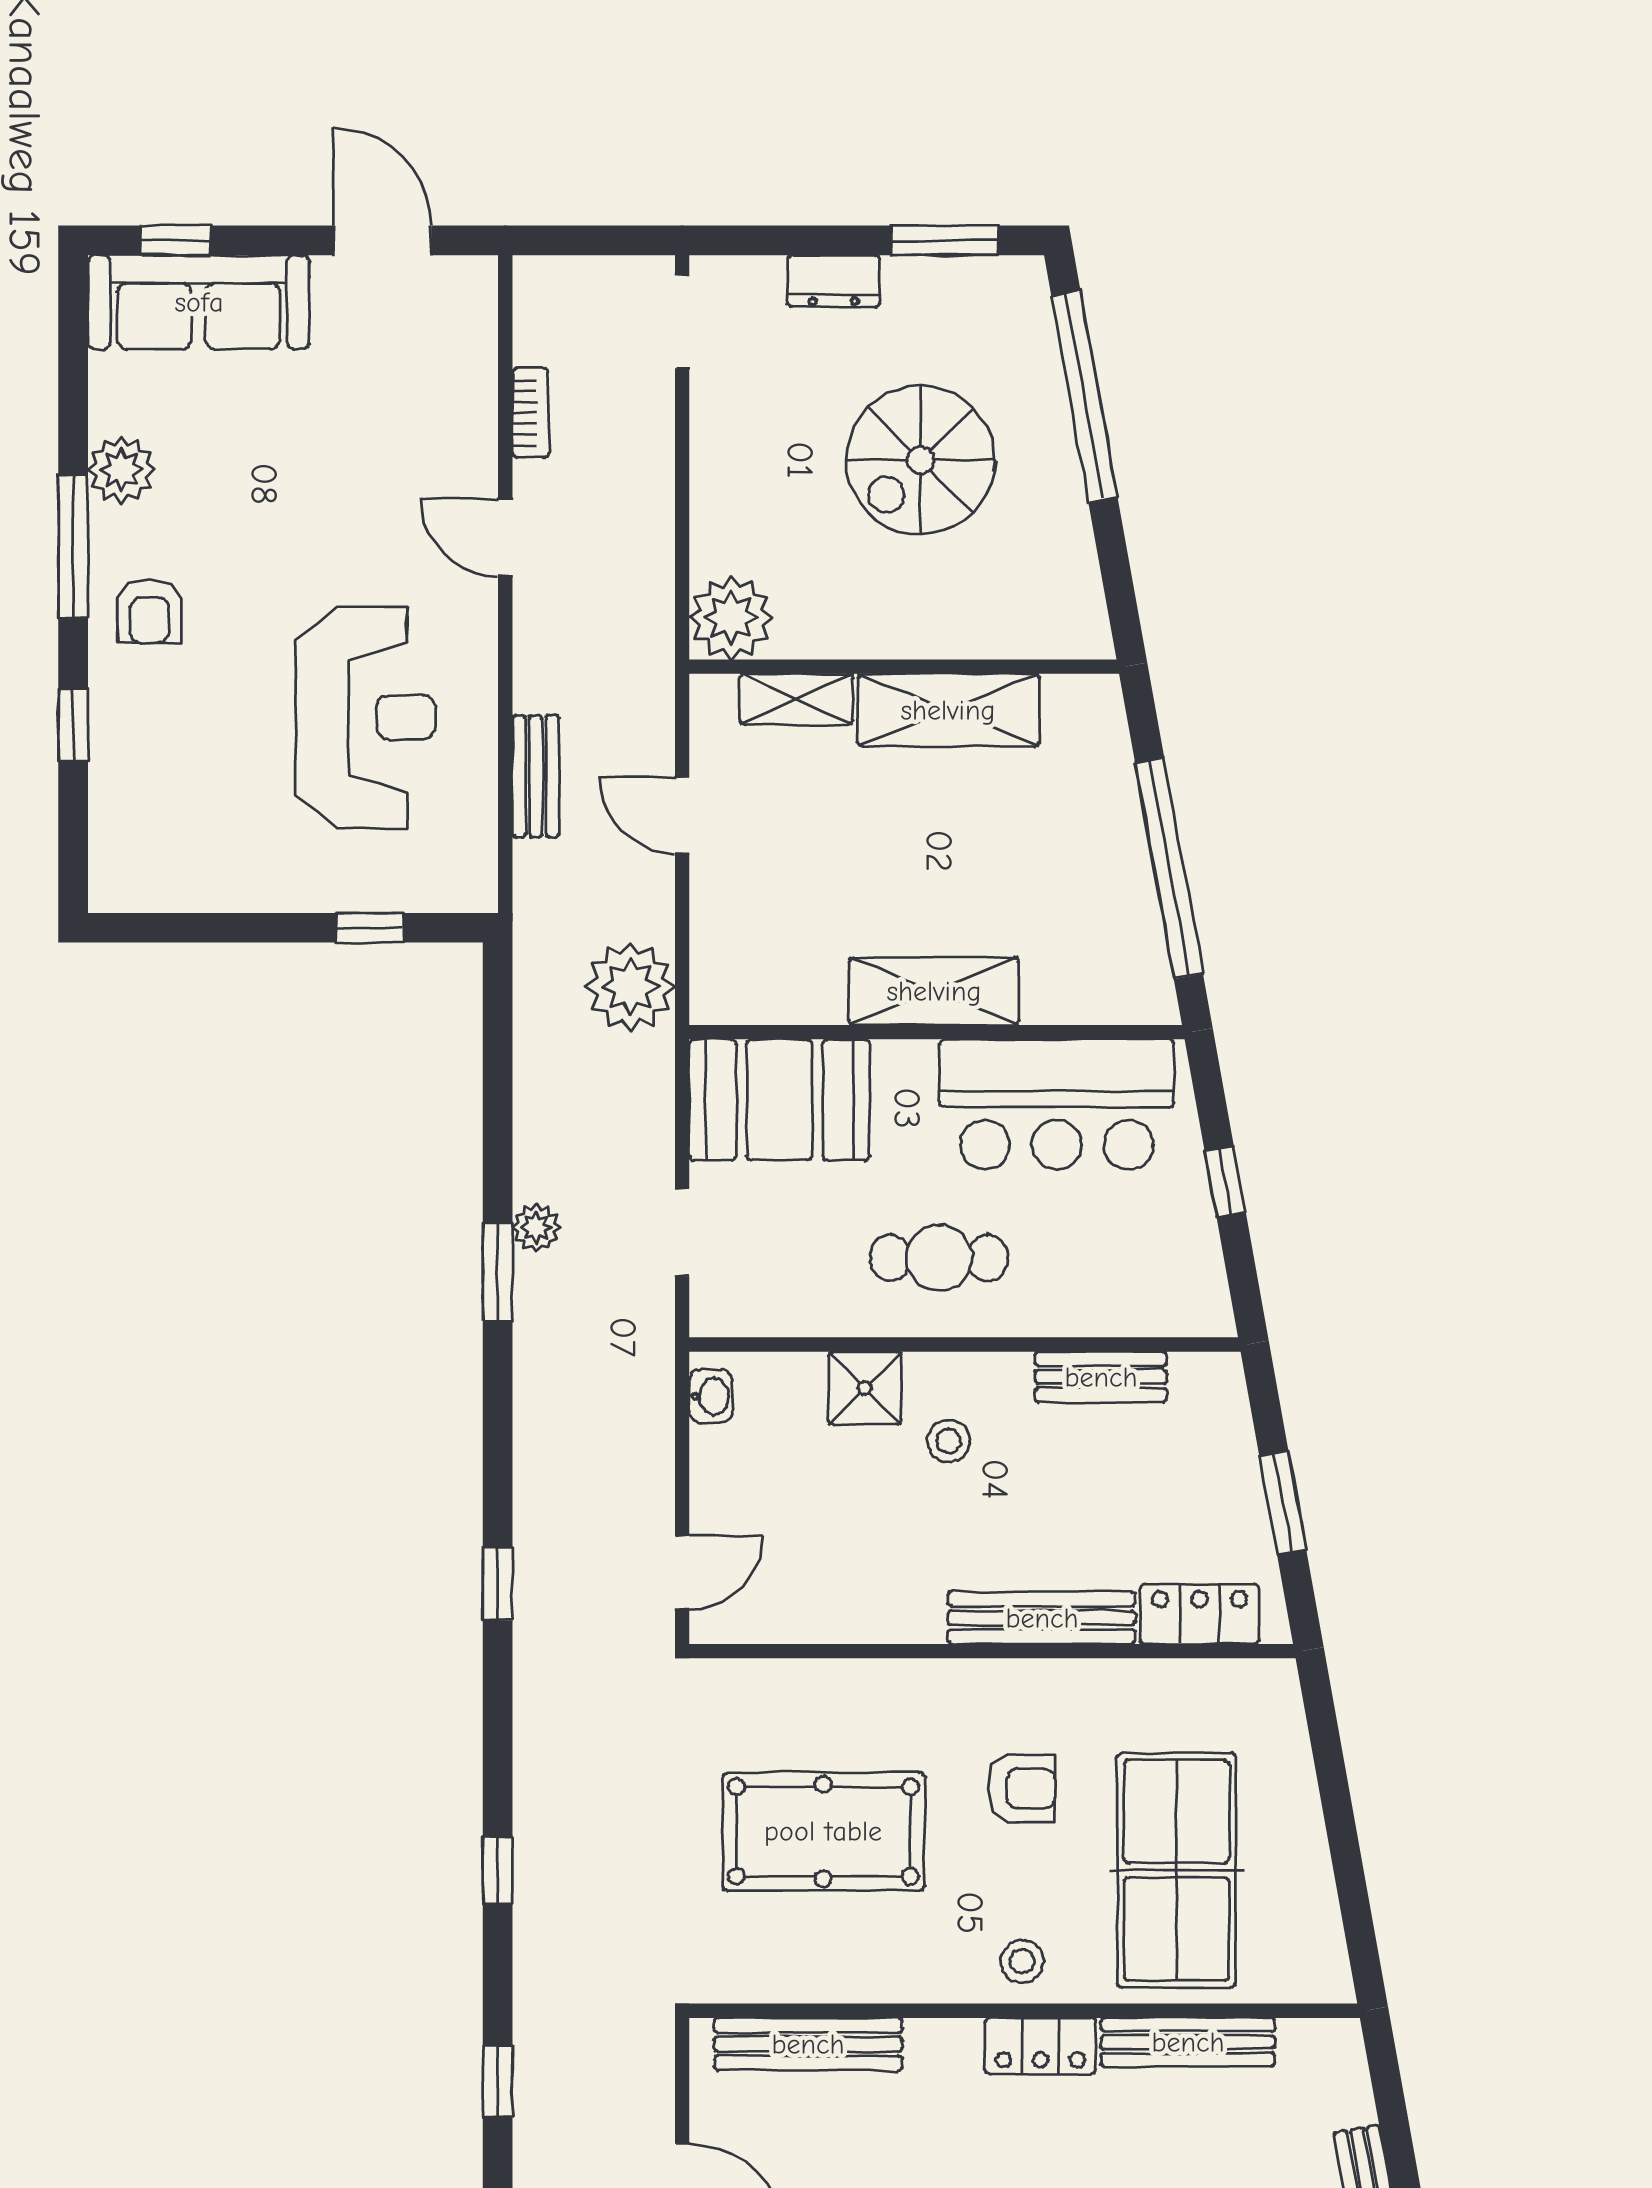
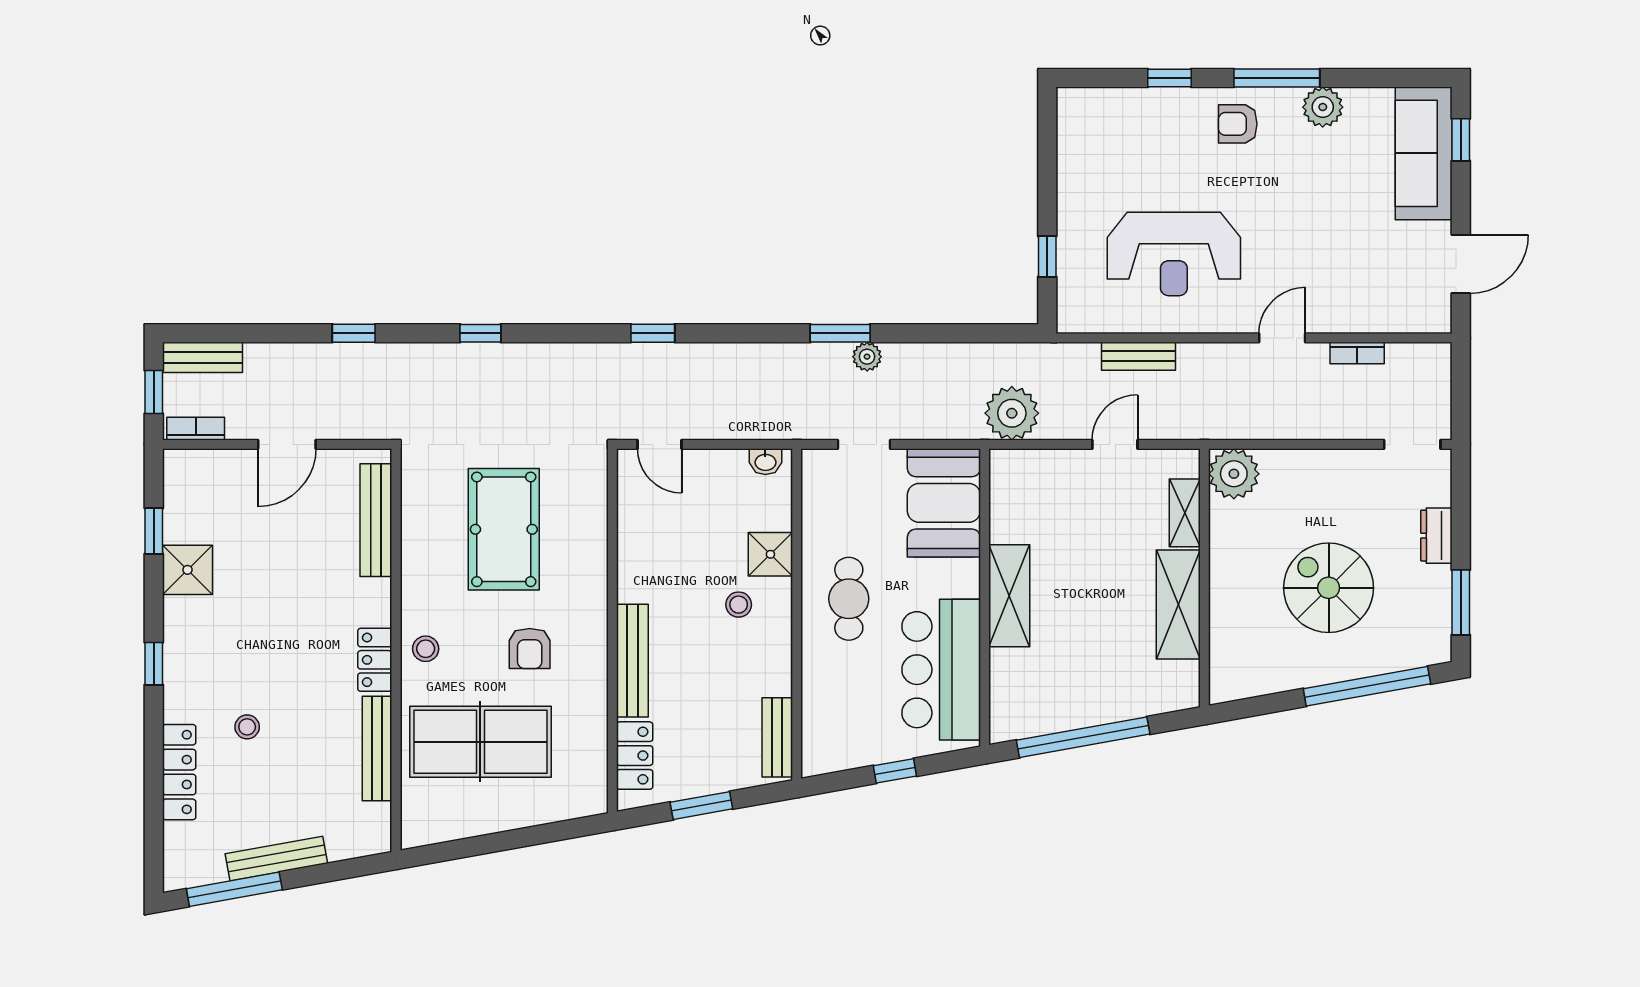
bench: (1101, 1377) -> (777, 737), moved

